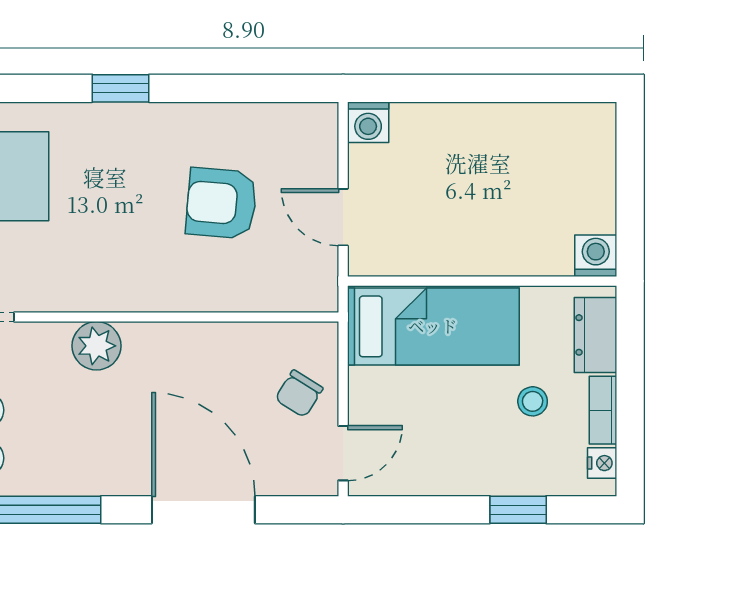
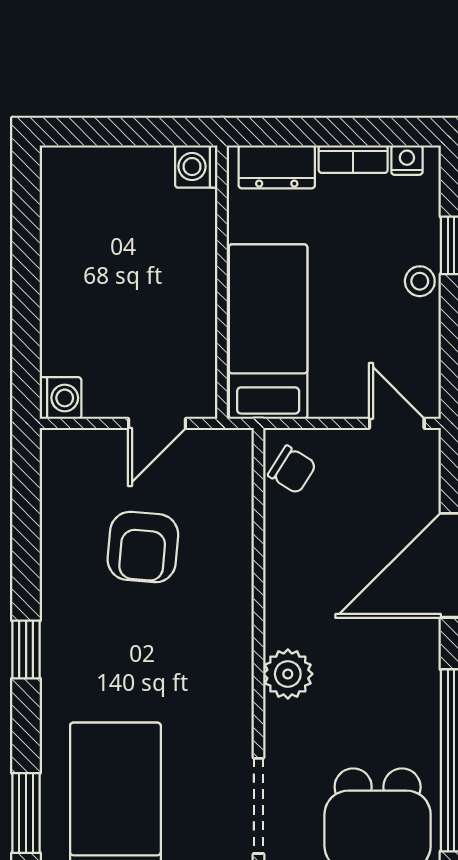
chair: (299, 394) -> (292, 470), moved
stool: (533, 401) -> (420, 281), moved

